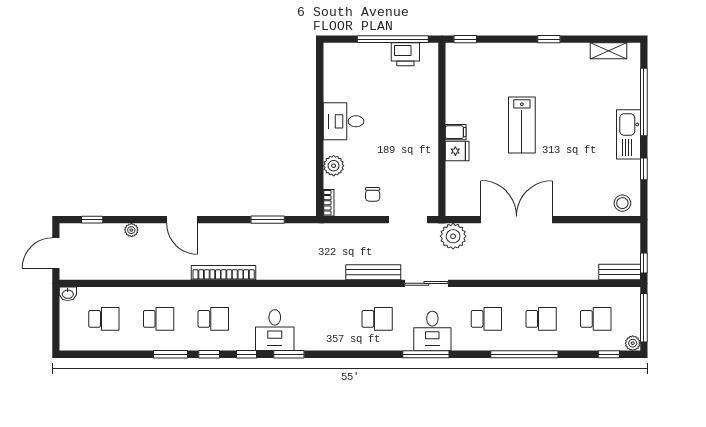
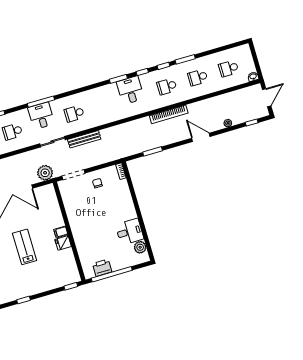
desk: (343, 121) -> (130, 232), moved
fridge: (457, 151) -> (63, 243), moved
plant: (334, 166) -> (140, 247), moved

